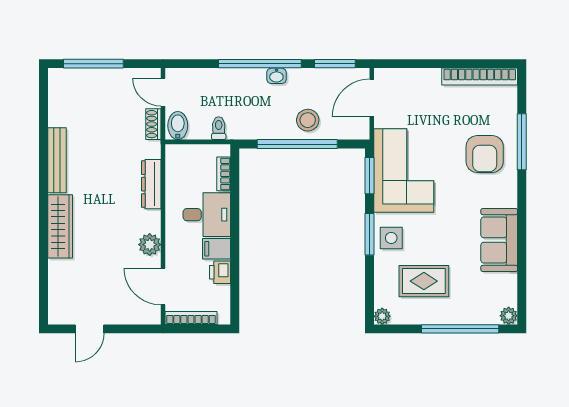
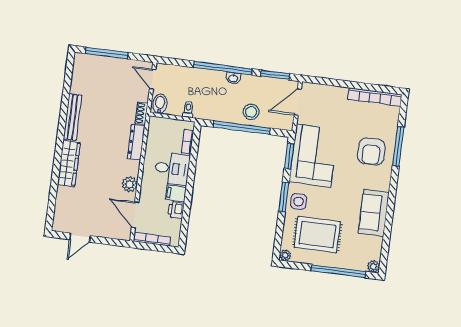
shoe rack: (153, 124) -> (141, 113), moved
rug: (424, 281) -> (317, 235), width x1.36, depth x1.43

